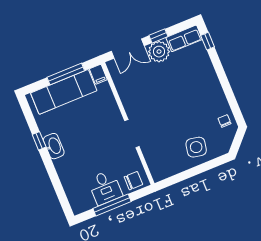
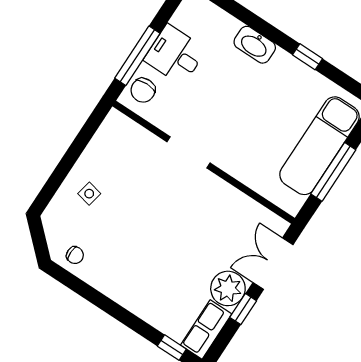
filing cabinet: (98, 74) -> (289, 202), removed
washbasin: (54, 146) -> (255, 45), moved
side table: (196, 147) -> (89, 194), width x0.54, depth x0.54
window: (112, 205) -> (137, 56), moved

